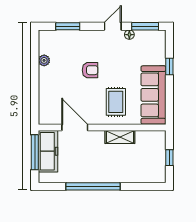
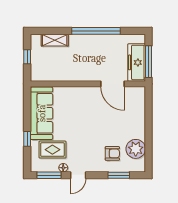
plant: (44, 60) -> (136, 149), width x1.88, depth x1.88
armchair: (90, 70) -> (112, 153), moved, turned 180
rug: (116, 102) -> (52, 150), moved, turned 90
shelving: (120, 137) -> (55, 40), moved

